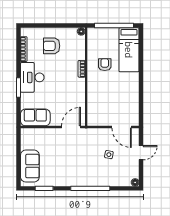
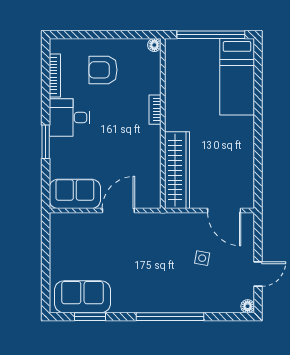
armchair: (105, 65) -> (195, 102), removed
desk: (32, 77) -> (70, 118), width x0.73
wardrobe: (94, 104) -> (177, 170), added
door: (71, 127) -> (118, 210), moved
door: (141, 153) -> (258, 274), moved
sofa: (30, 166) -> (82, 297), moved, turned -90

